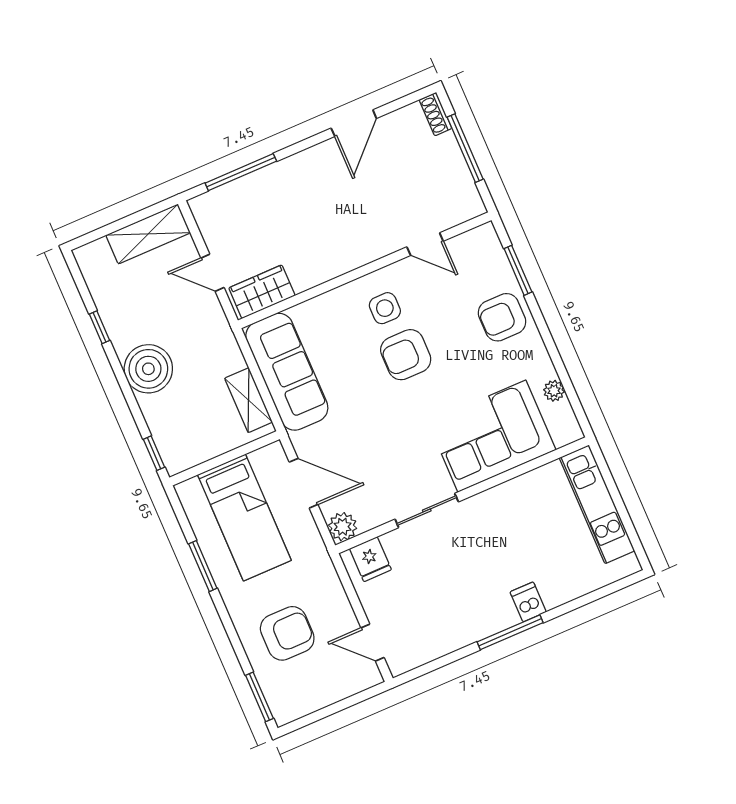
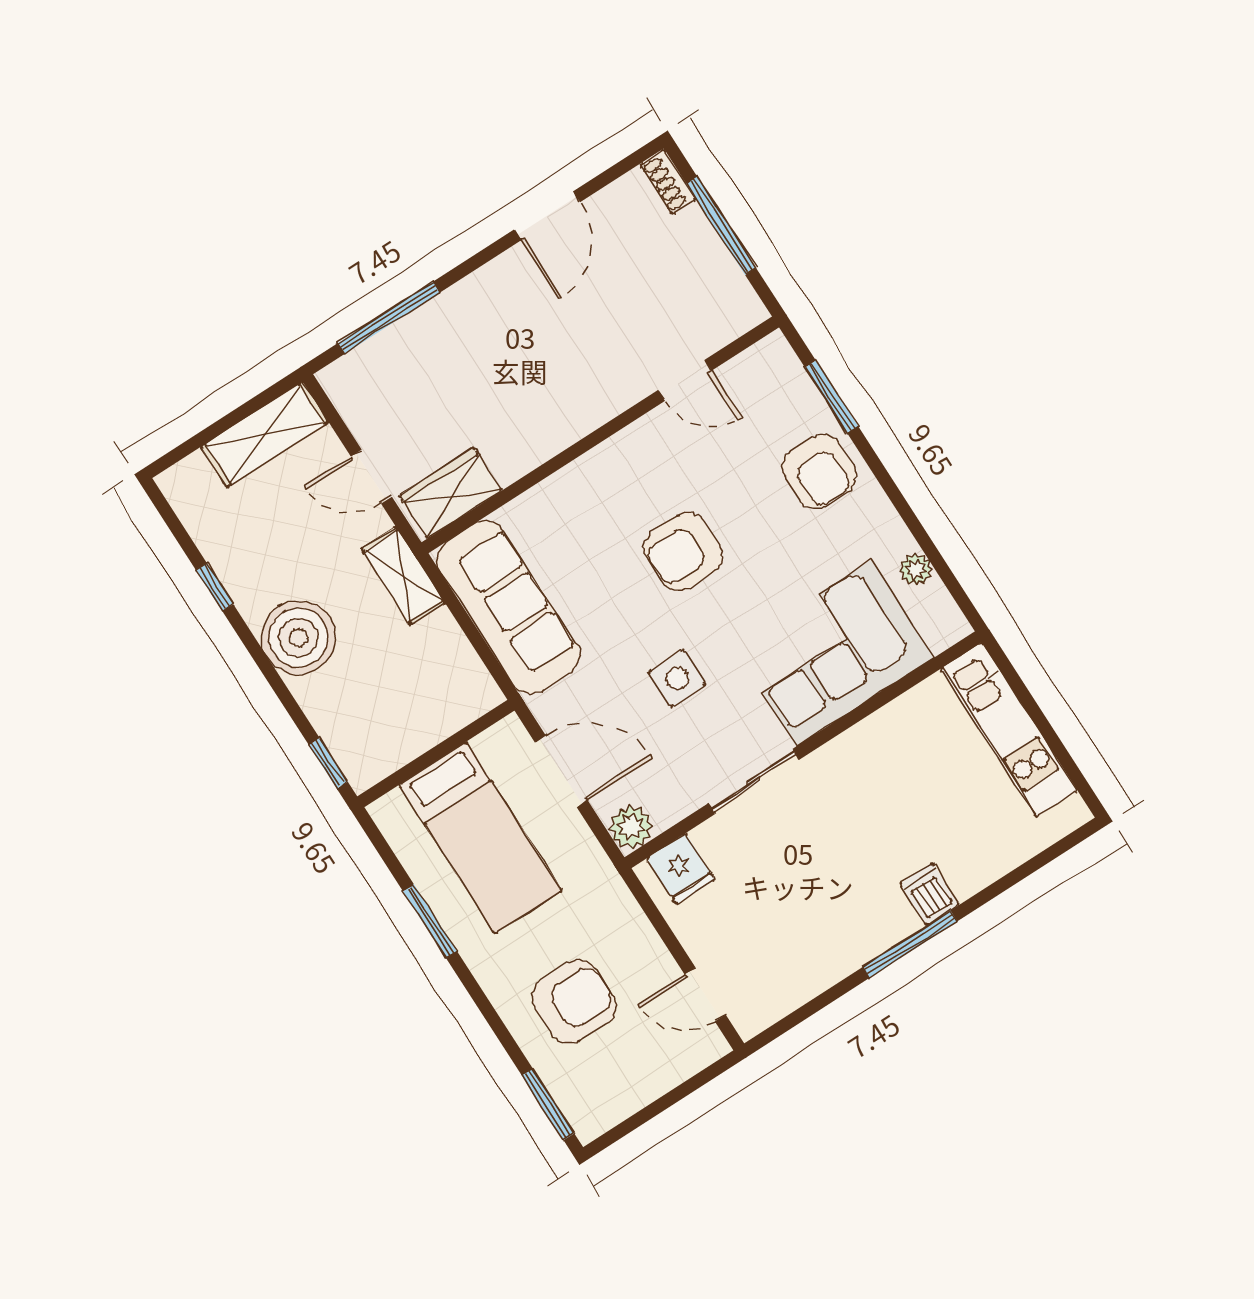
side table: (385, 308) -> (677, 678), moved
armchair: (502, 317) -> (819, 471), turned -90
shelving: (248, 400) -> (403, 576), moved

